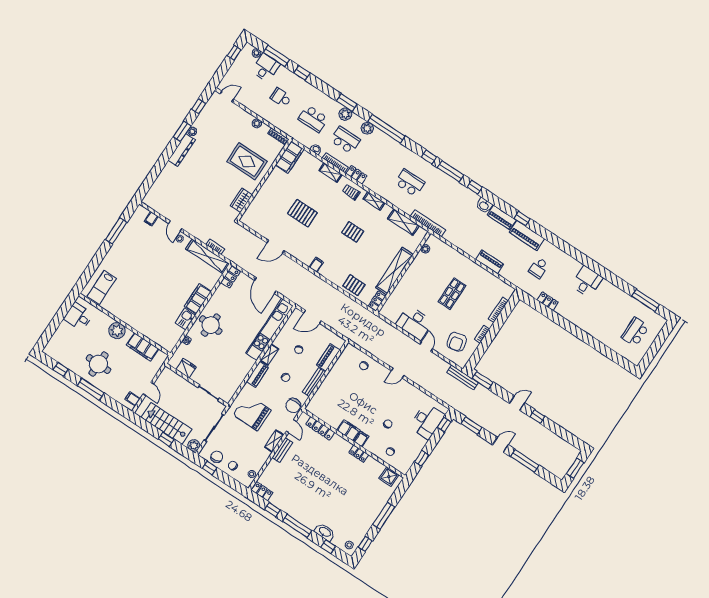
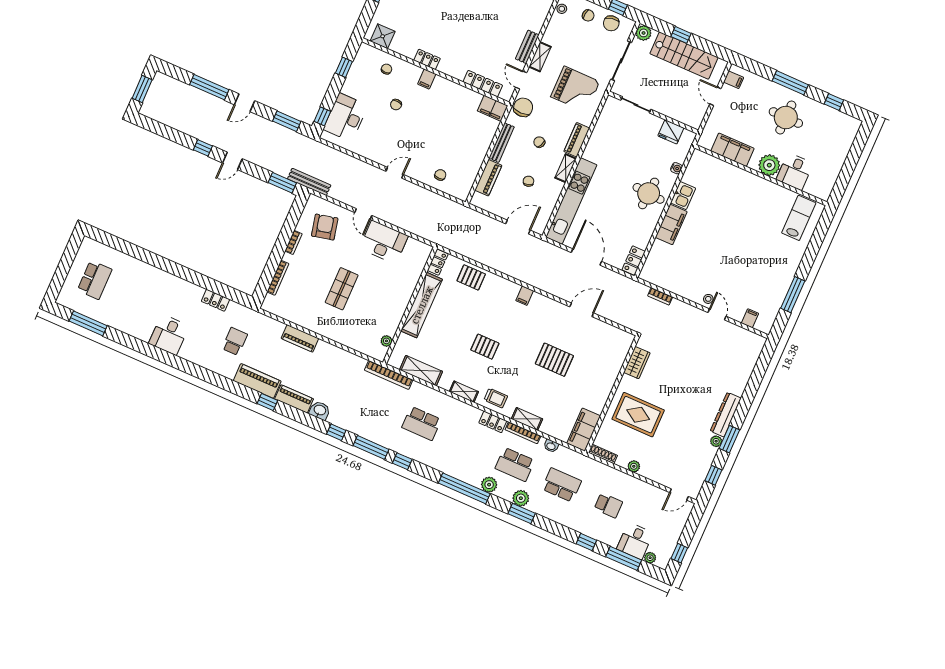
shelving: (208, 256) -> (668, 282), removed
desk: (78, 316) -> (795, 171), moved, turned 90
filing cabinet: (349, 430) -> (493, 108), moved

